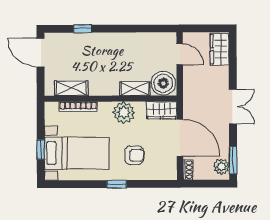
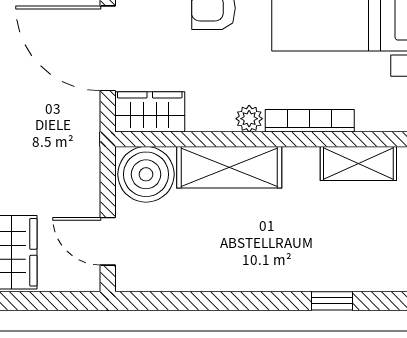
shelving: (135, 89) -> (229, 167), width x1.50, depth x1.33
bookcase: (78, 107) -> (310, 121), moved
plant: (124, 113) -> (249, 119), width x0.53, depth x0.53

